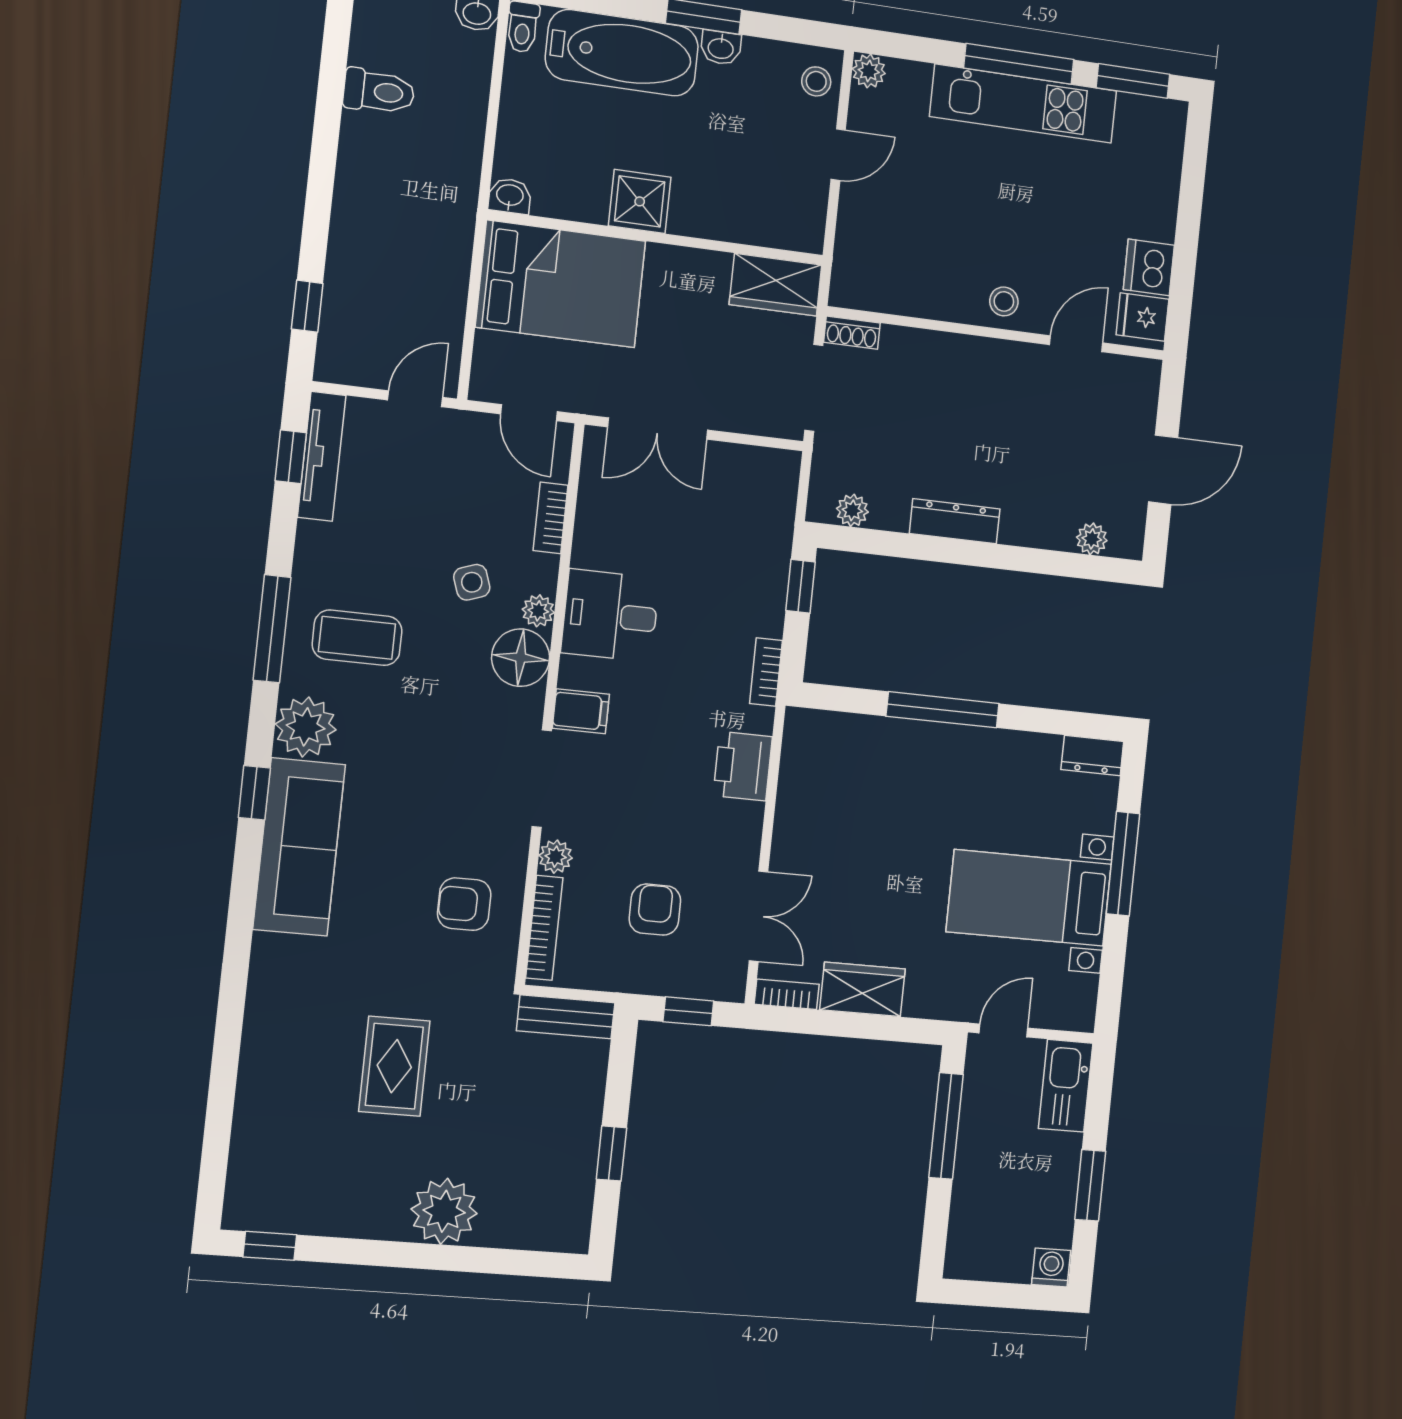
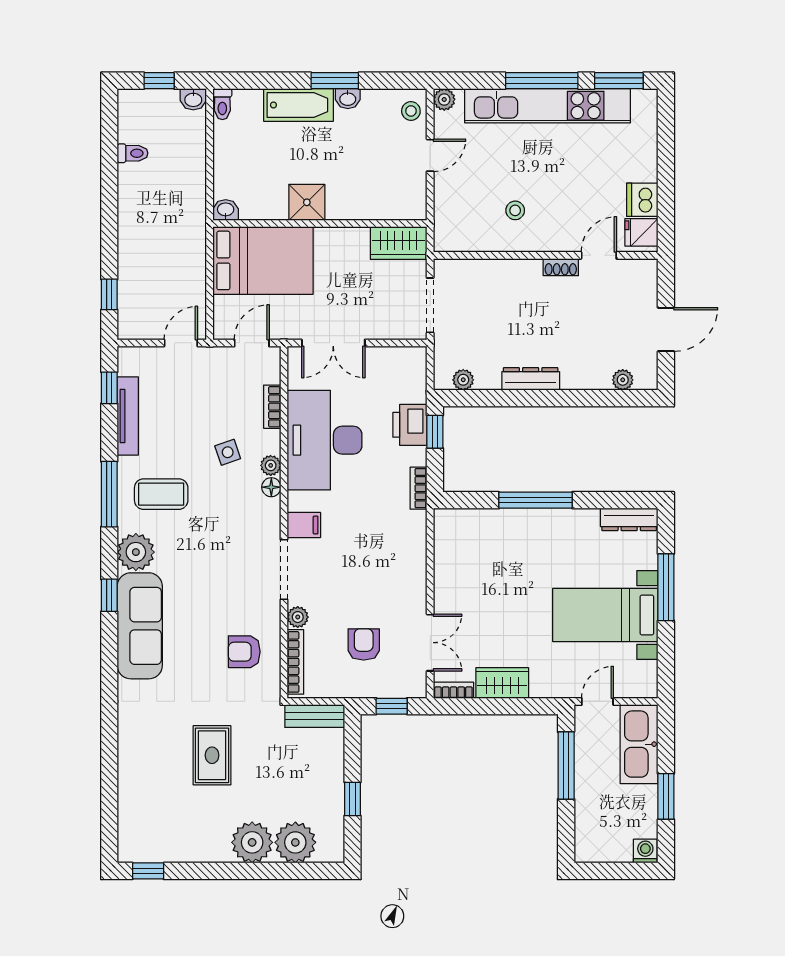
bathtub: (622, 53) -> (298, 105), width x0.73, depth x0.73
toilet: (379, 91) -> (133, 153), width x0.73, depth x0.72
kitchen unit: (1023, 104) -> (547, 106), width x1.36
stool: (1004, 301) -> (515, 210), moved
shoe rack: (852, 333) -> (561, 267), moved
door: (529, 413) -> (252, 343), swing flipped
tv unit: (322, 456) -> (128, 416), moved
desk: (610, 615) -> (325, 440), width x1.87, depth x1.30
floor lamp: (521, 658) -> (271, 487), width x0.53, depth x0.53
dresser: (1092, 755) -> (629, 519), width x1.44
printer: (743, 766) -> (410, 425), moved
kitchen sink: (1066, 1086) -> (639, 744), width x1.36, depth x1.24
plant: (513, 1216) -> (295, 842), added

